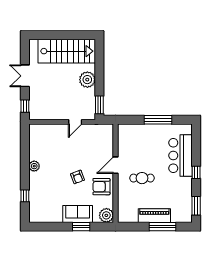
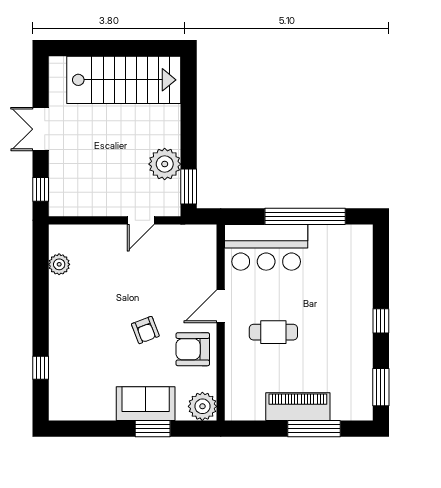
plant: (87, 80) -> (165, 164), moved
window: (158, 120) -> (305, 216), width x1.46
bar counter: (180, 155) -> (266, 247), moved, turned -90
plant: (34, 166) -> (59, 264), moved

